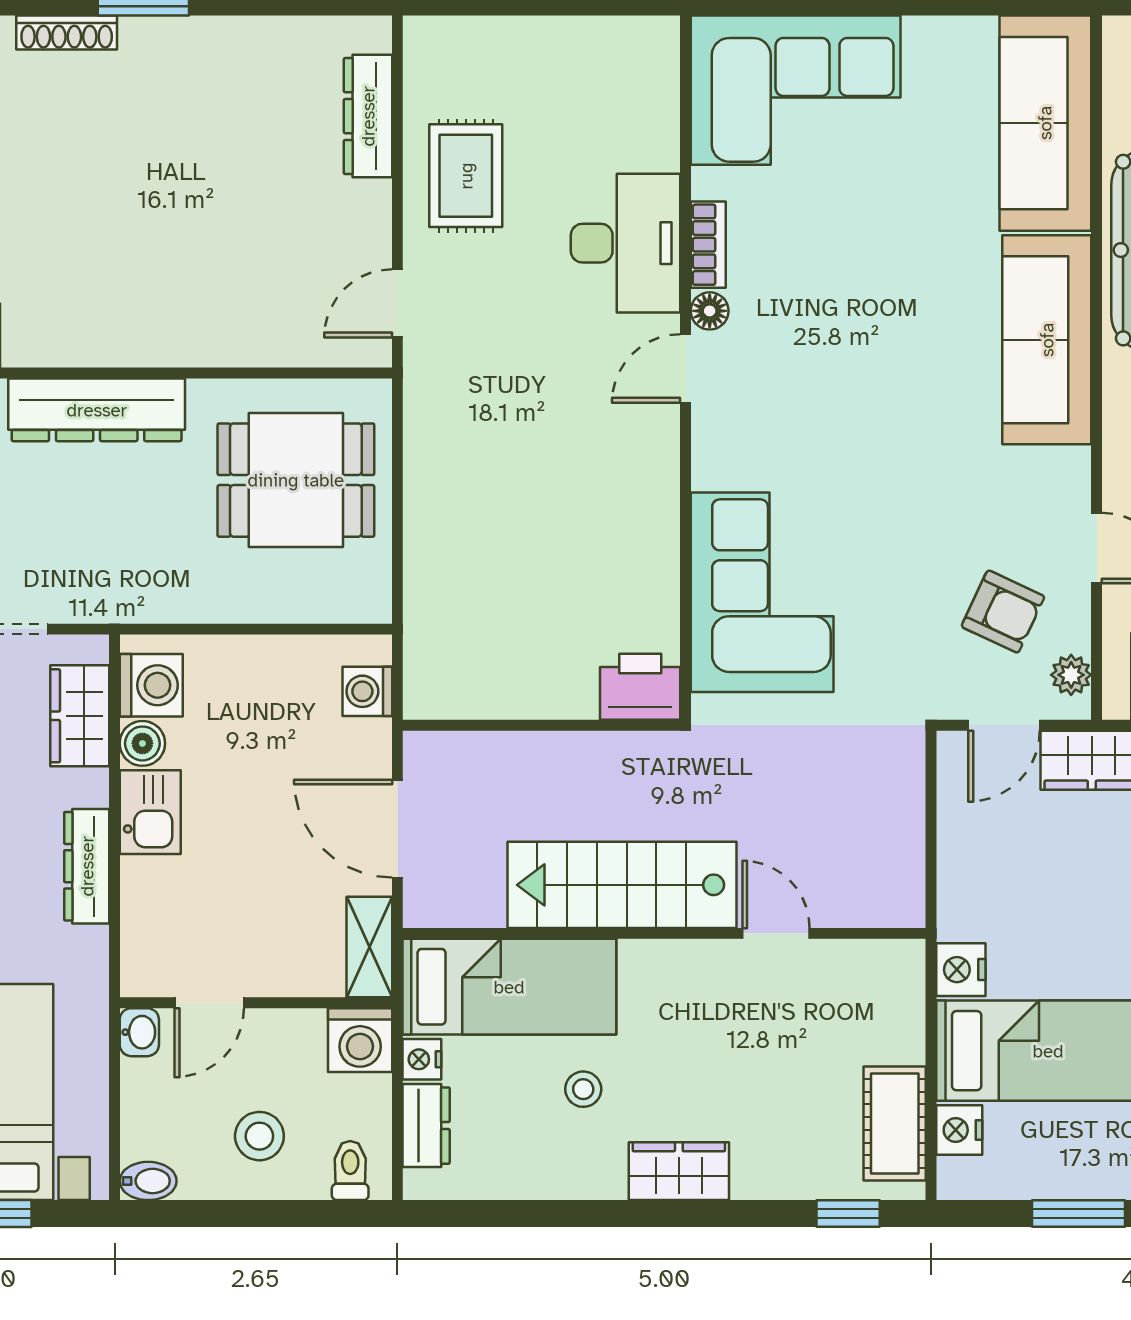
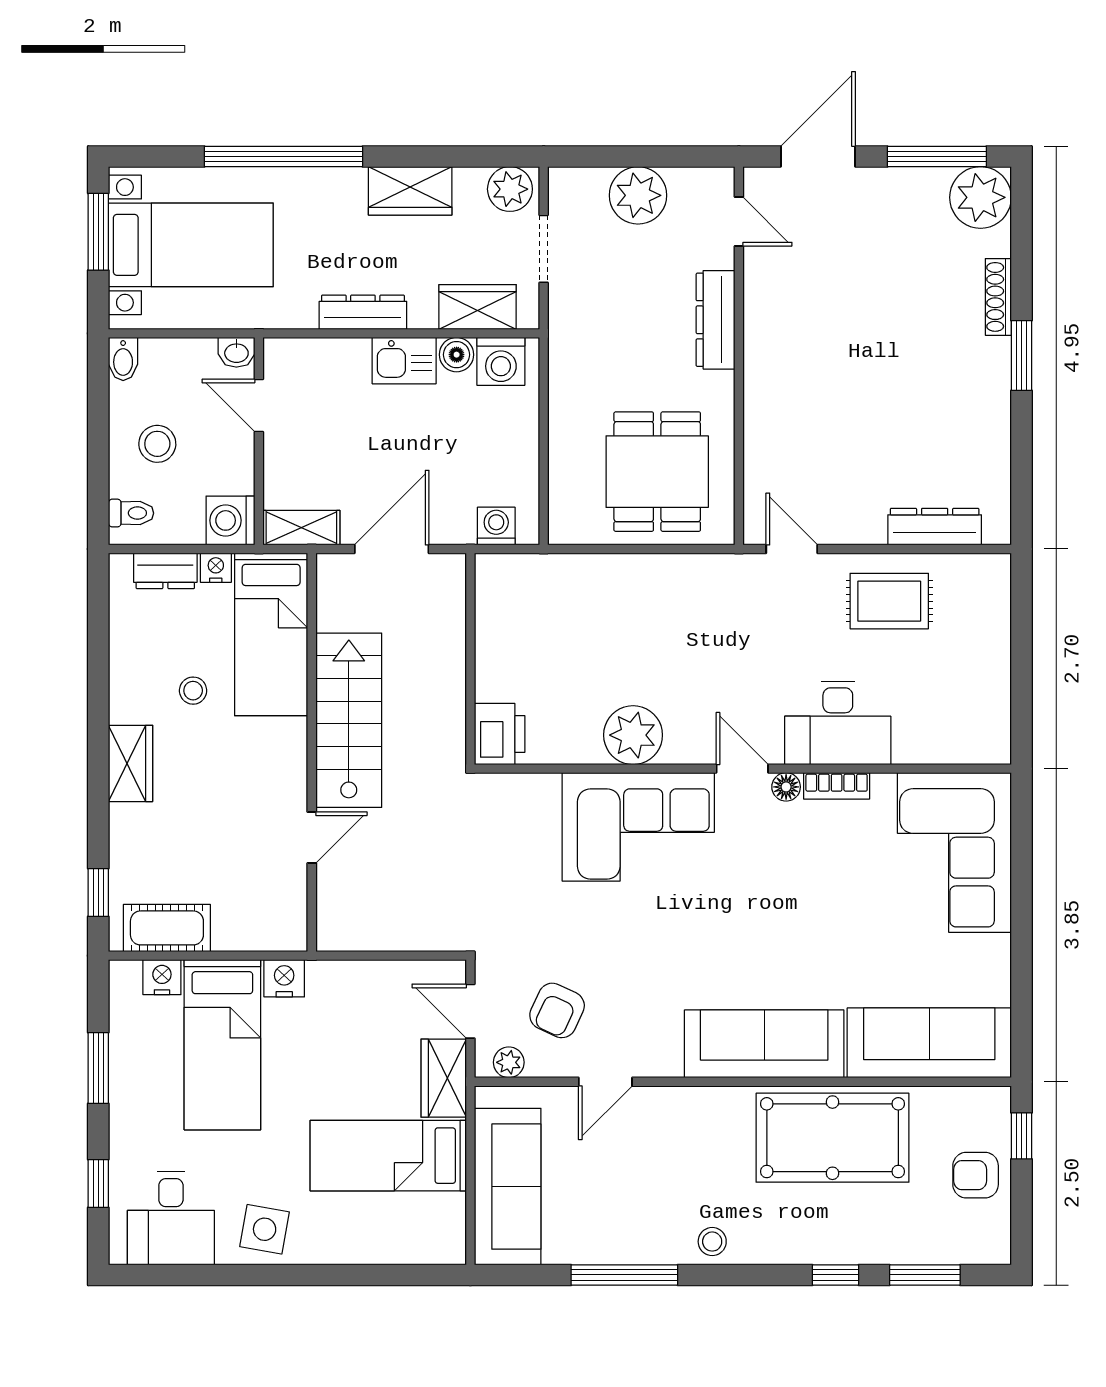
dresser: (97, 410) -> (716, 320), width x0.73, depth x0.80
plant: (642, 512) -> (633, 735), added
corner sofa: (762, 592) -> (638, 827), moved

